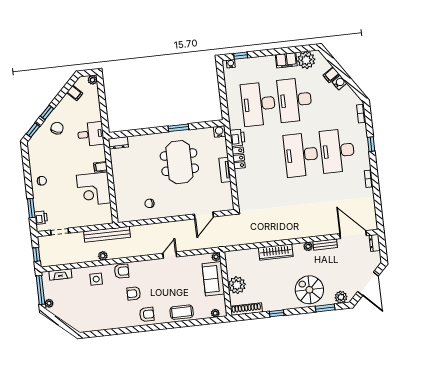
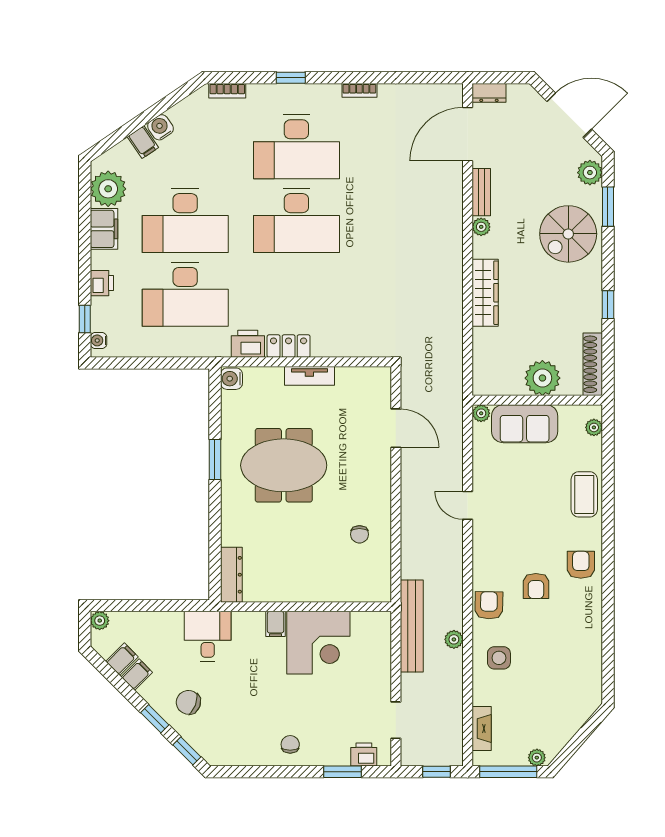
printer: (259, 62) -> (102, 283), added
filing cabinet: (68, 101) -> (137, 675), added
dresser: (118, 143) -> (231, 575), width x1.44

